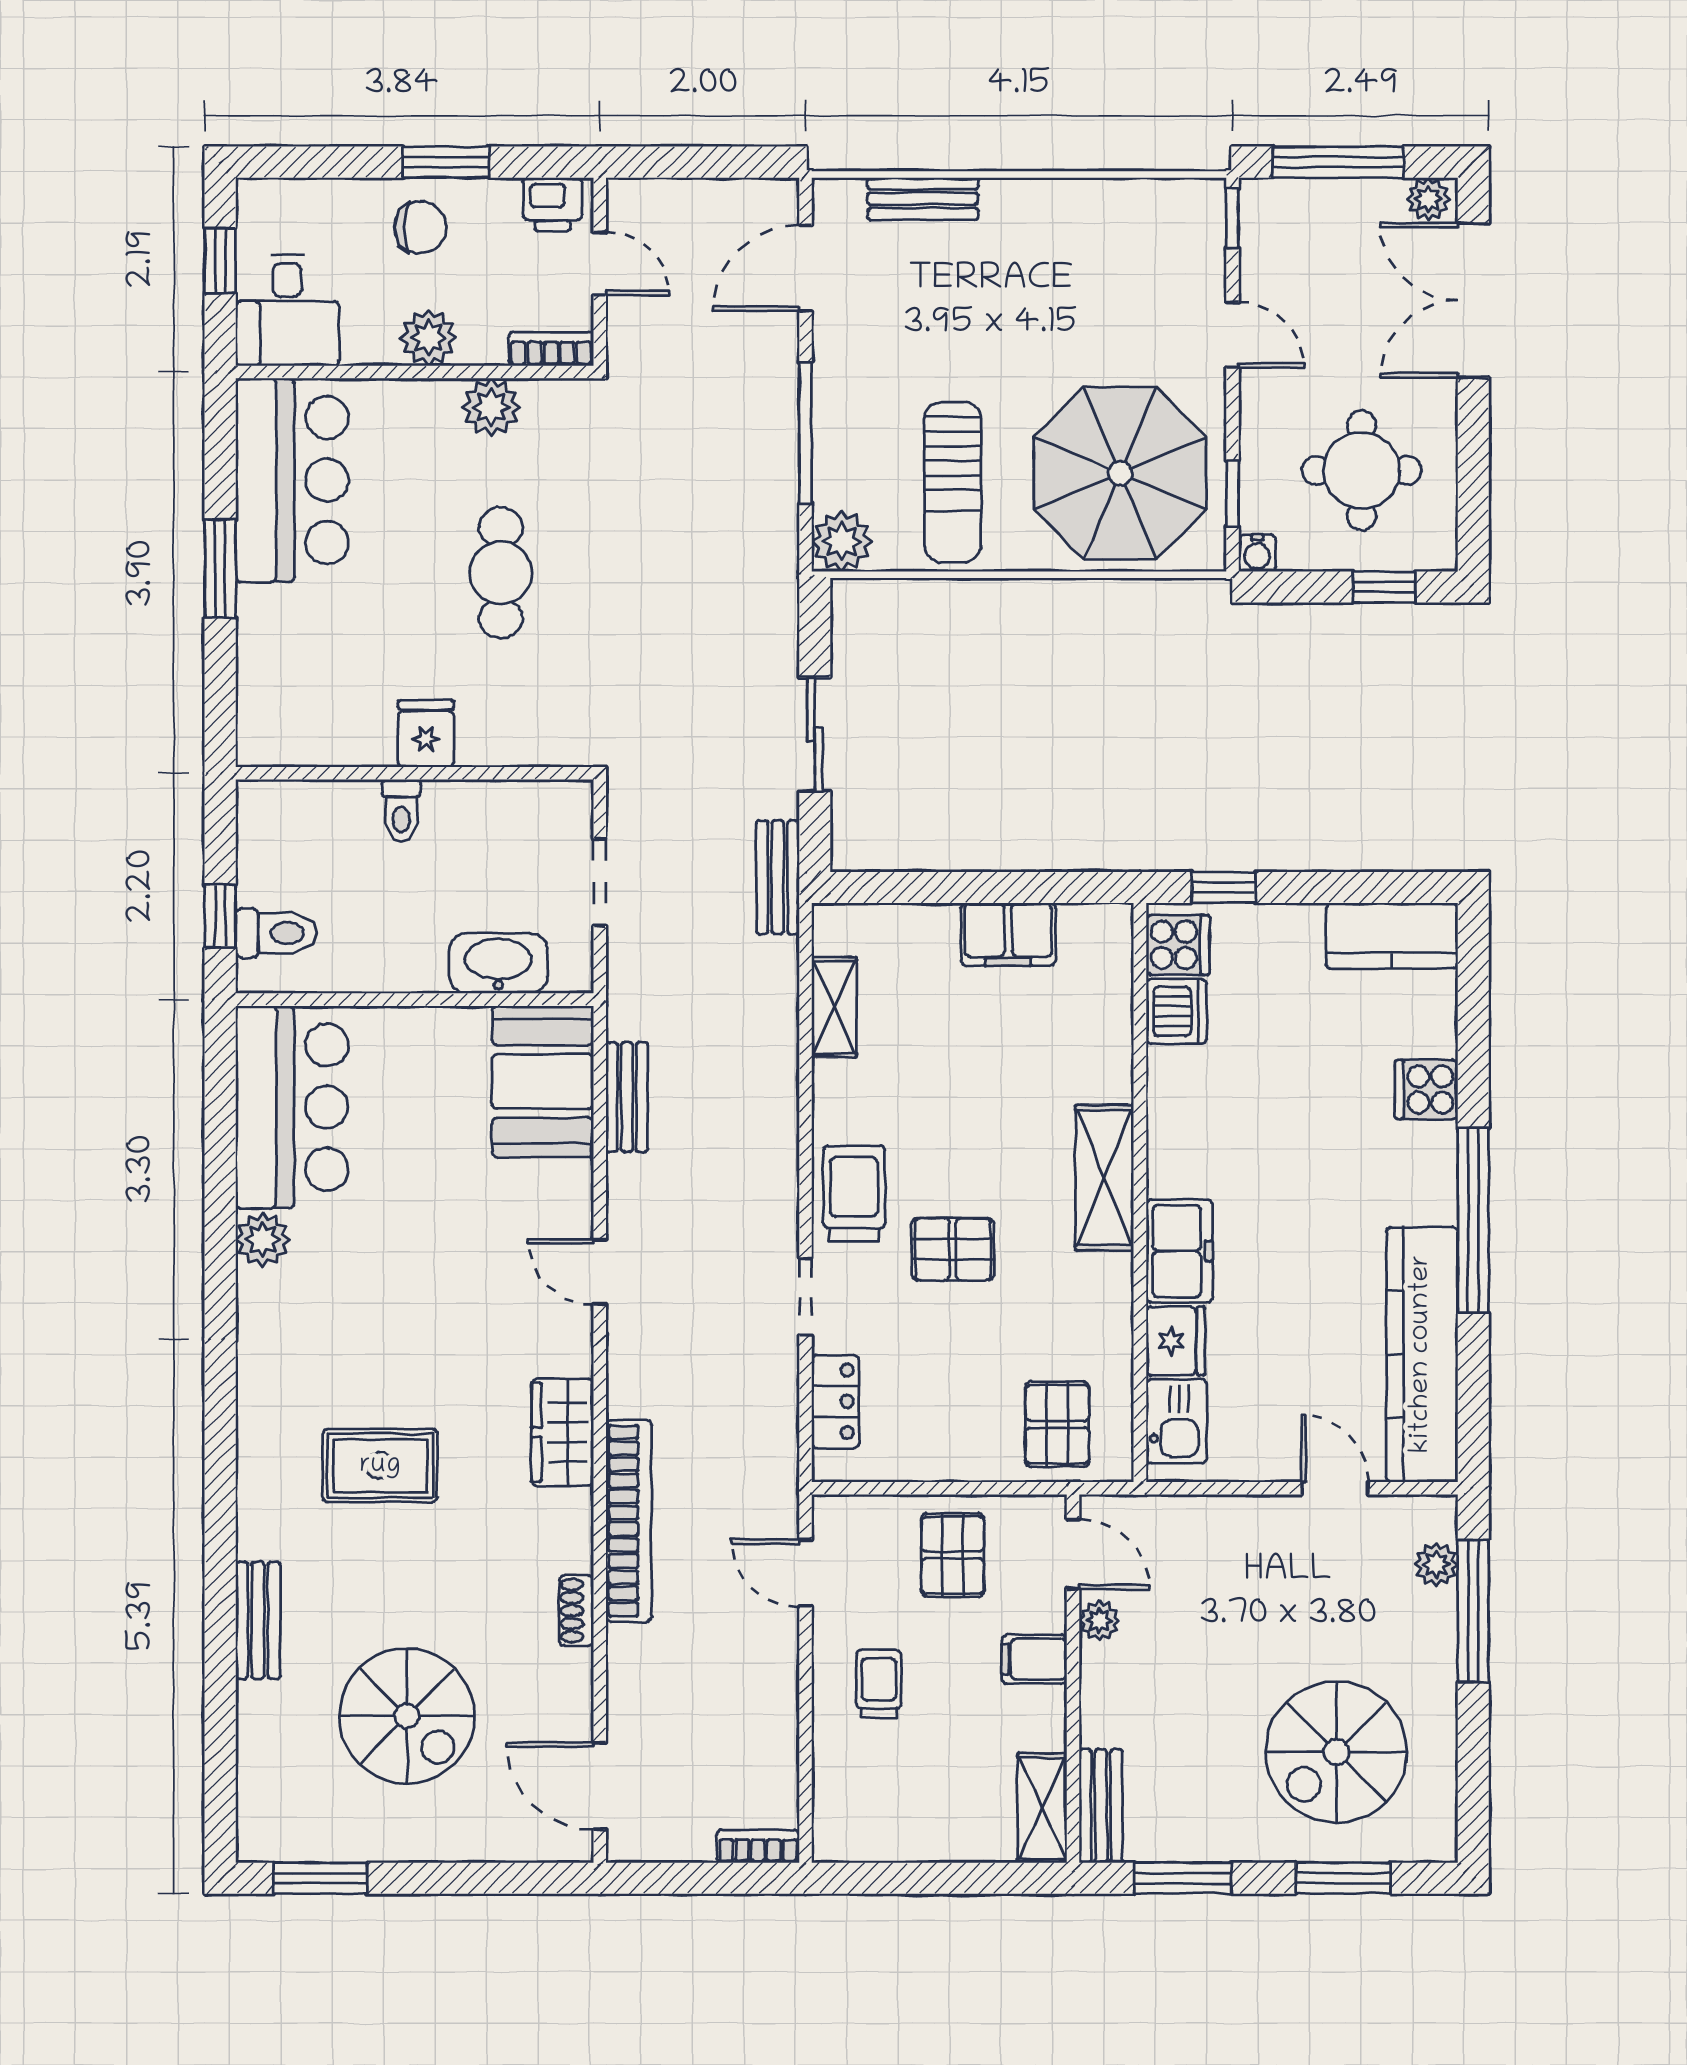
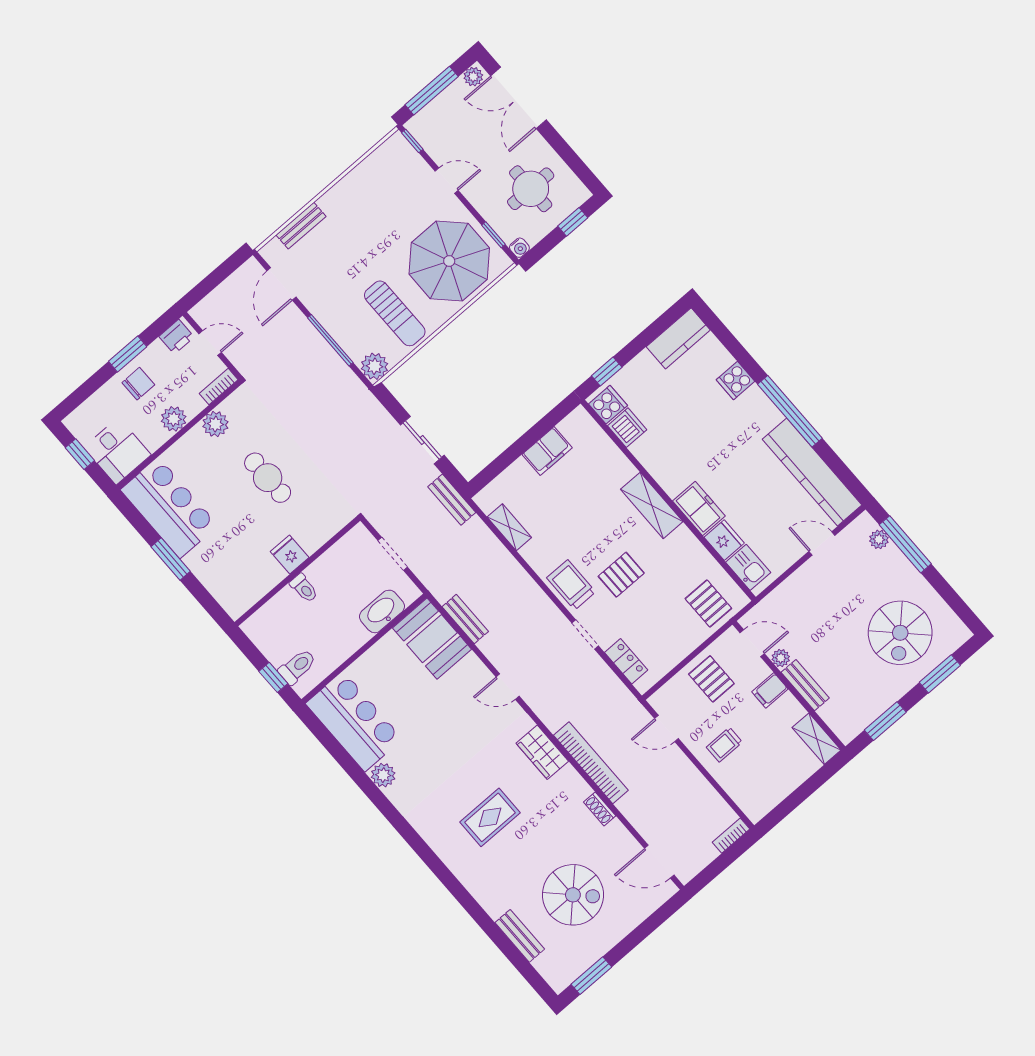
bench: (258, 1620) -> (520, 936), moved
trolley: (879, 1684) -> (724, 745), turned -90
bench: (1101, 1806) -> (805, 685), moved

